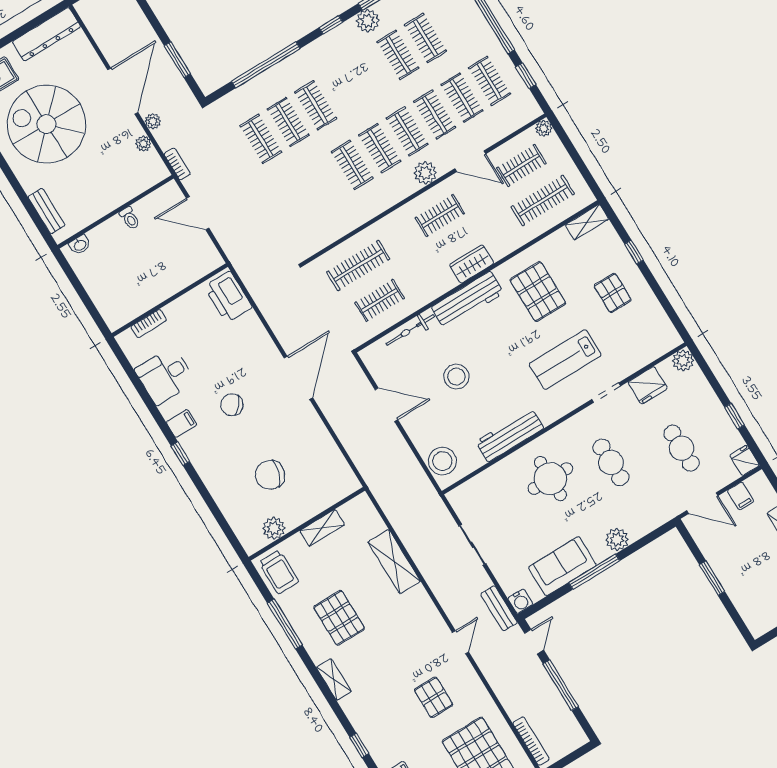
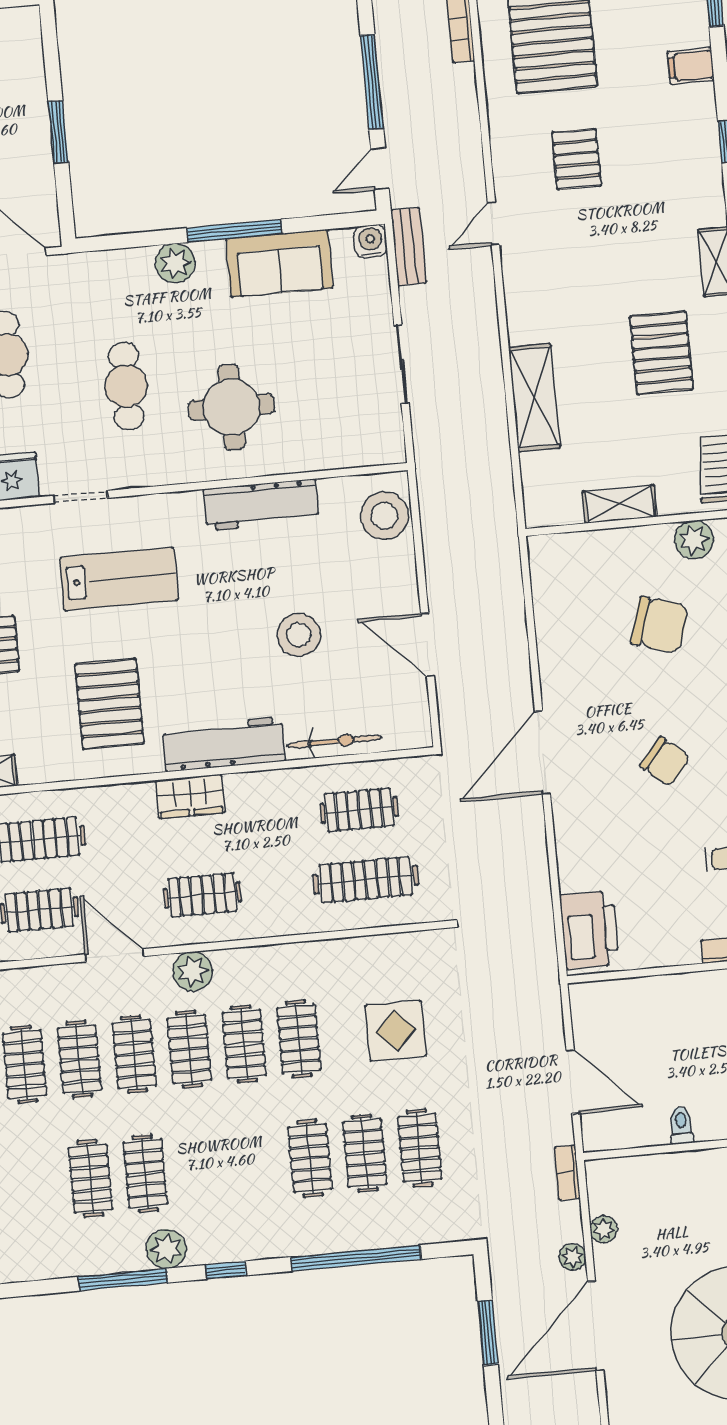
display table: (304, 194) -> (396, 1031), added

